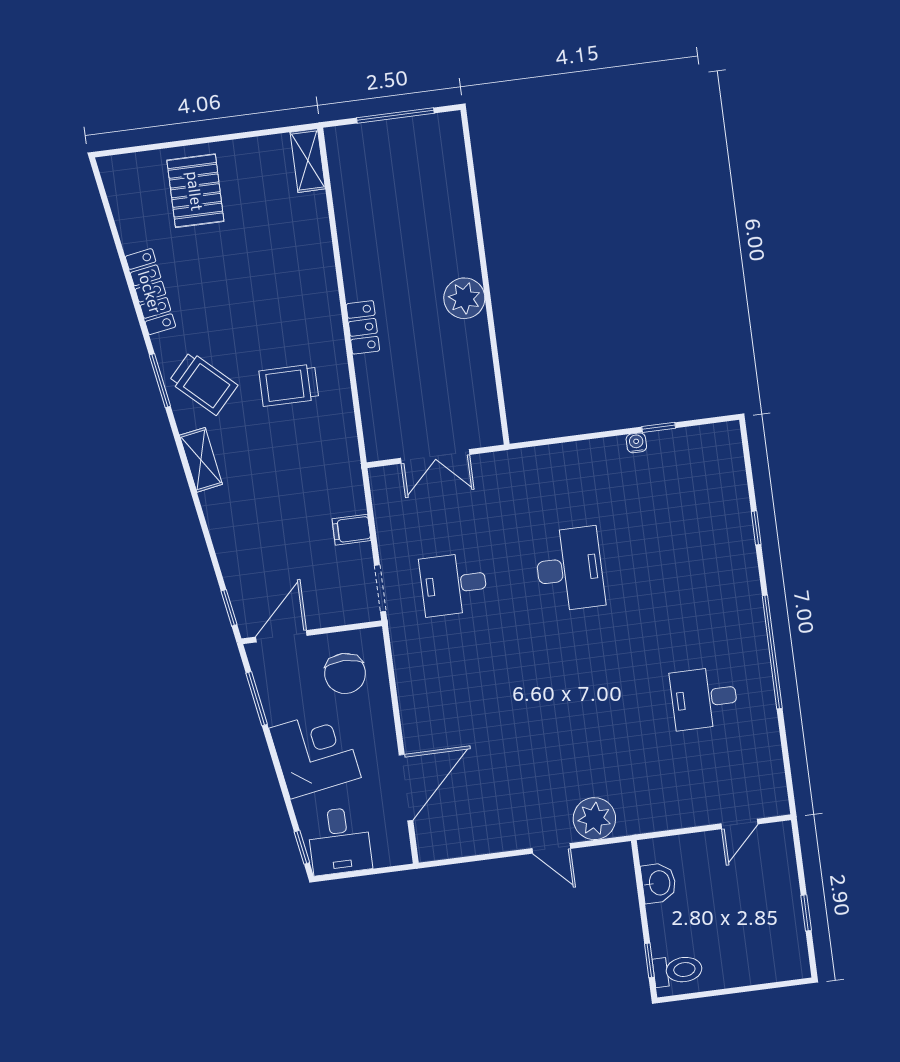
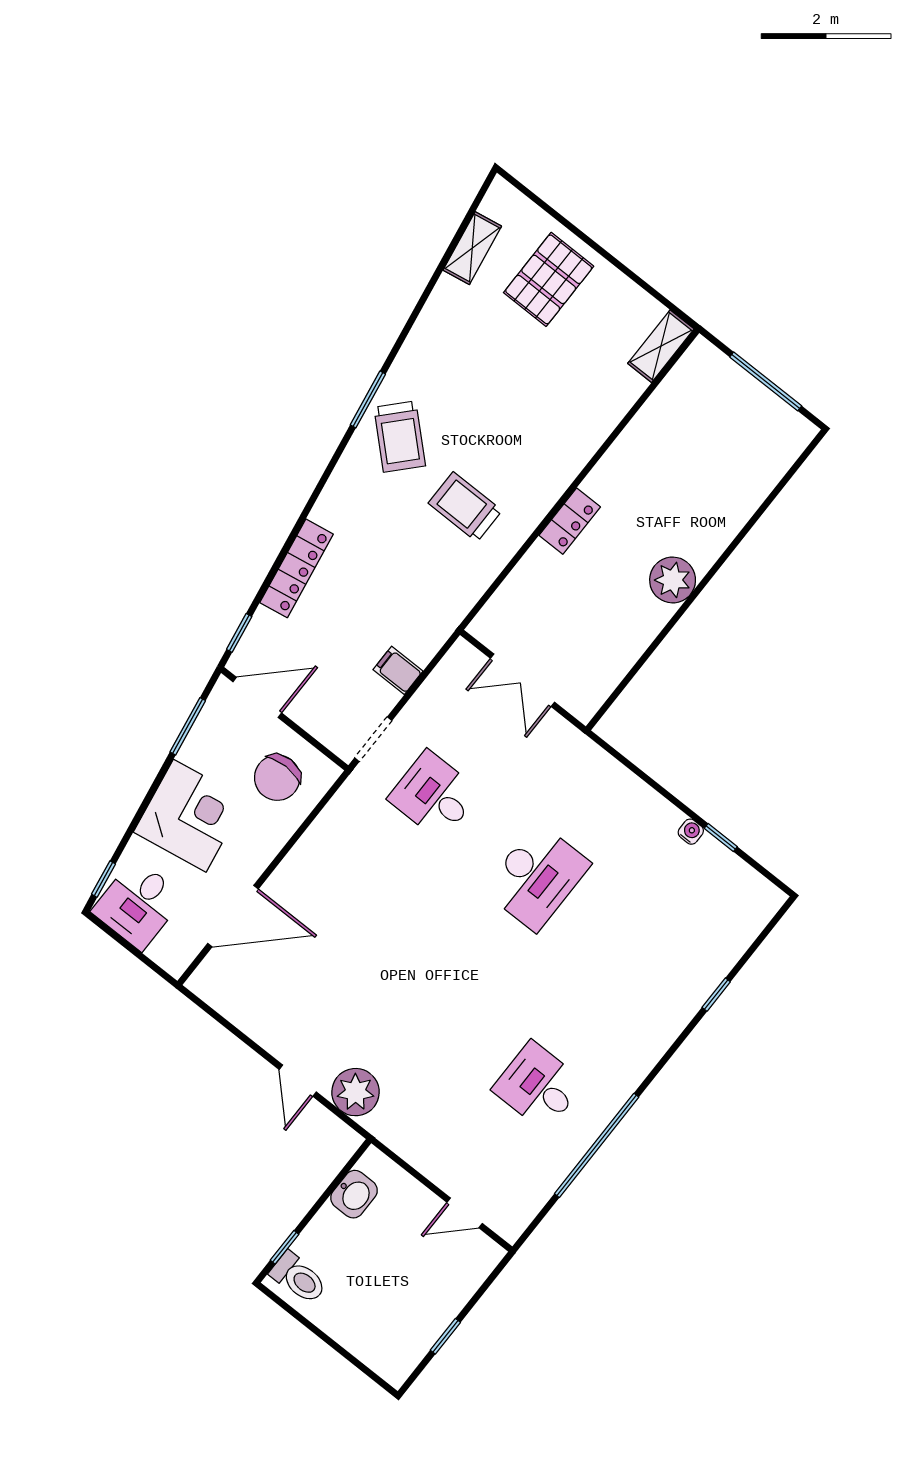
locker: (150, 292) -> (297, 568), moved
shelving: (201, 460) -> (472, 248), moved
window: (772, 652) -> (597, 1145), moved

